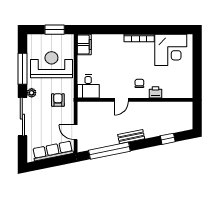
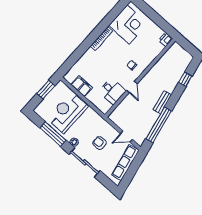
filing cabinet: (84, 45) -> (82, 86), moved
desk: (88, 86) -> (112, 91), moved
printer: (155, 92) -> (166, 39), moved
armchair: (58, 100) -> (100, 143), moved

